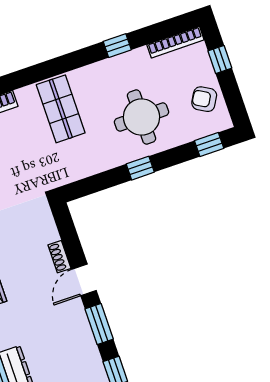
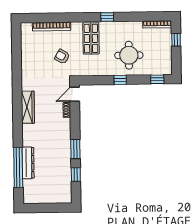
window: (117, 46) -> (107, 17), moved
armchair: (204, 99) -> (62, 57), moved
door: (84, 280) -> (75, 94), moved

